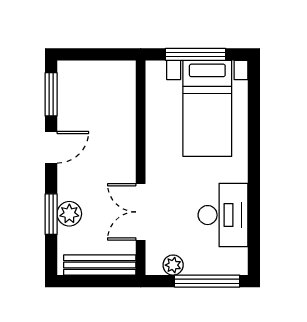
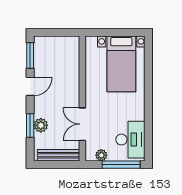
window: (195, 54) -> (114, 32), removed
desk: (223, 215) -> (130, 140), moved

